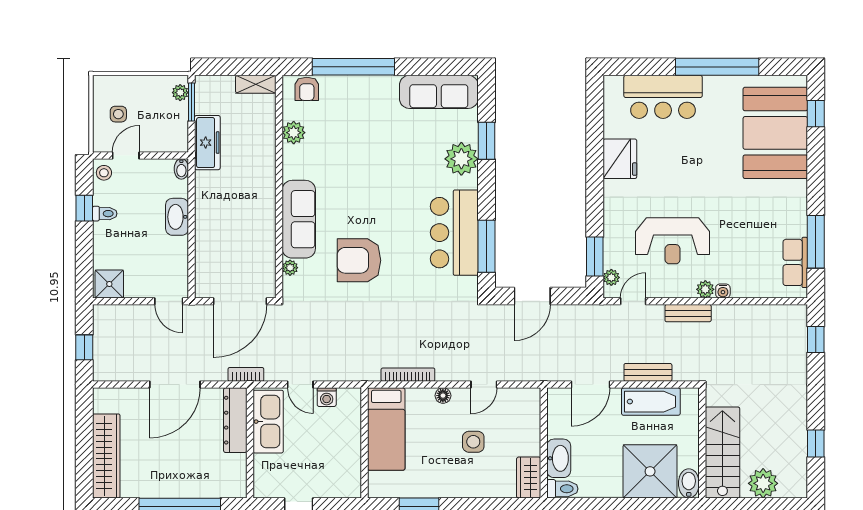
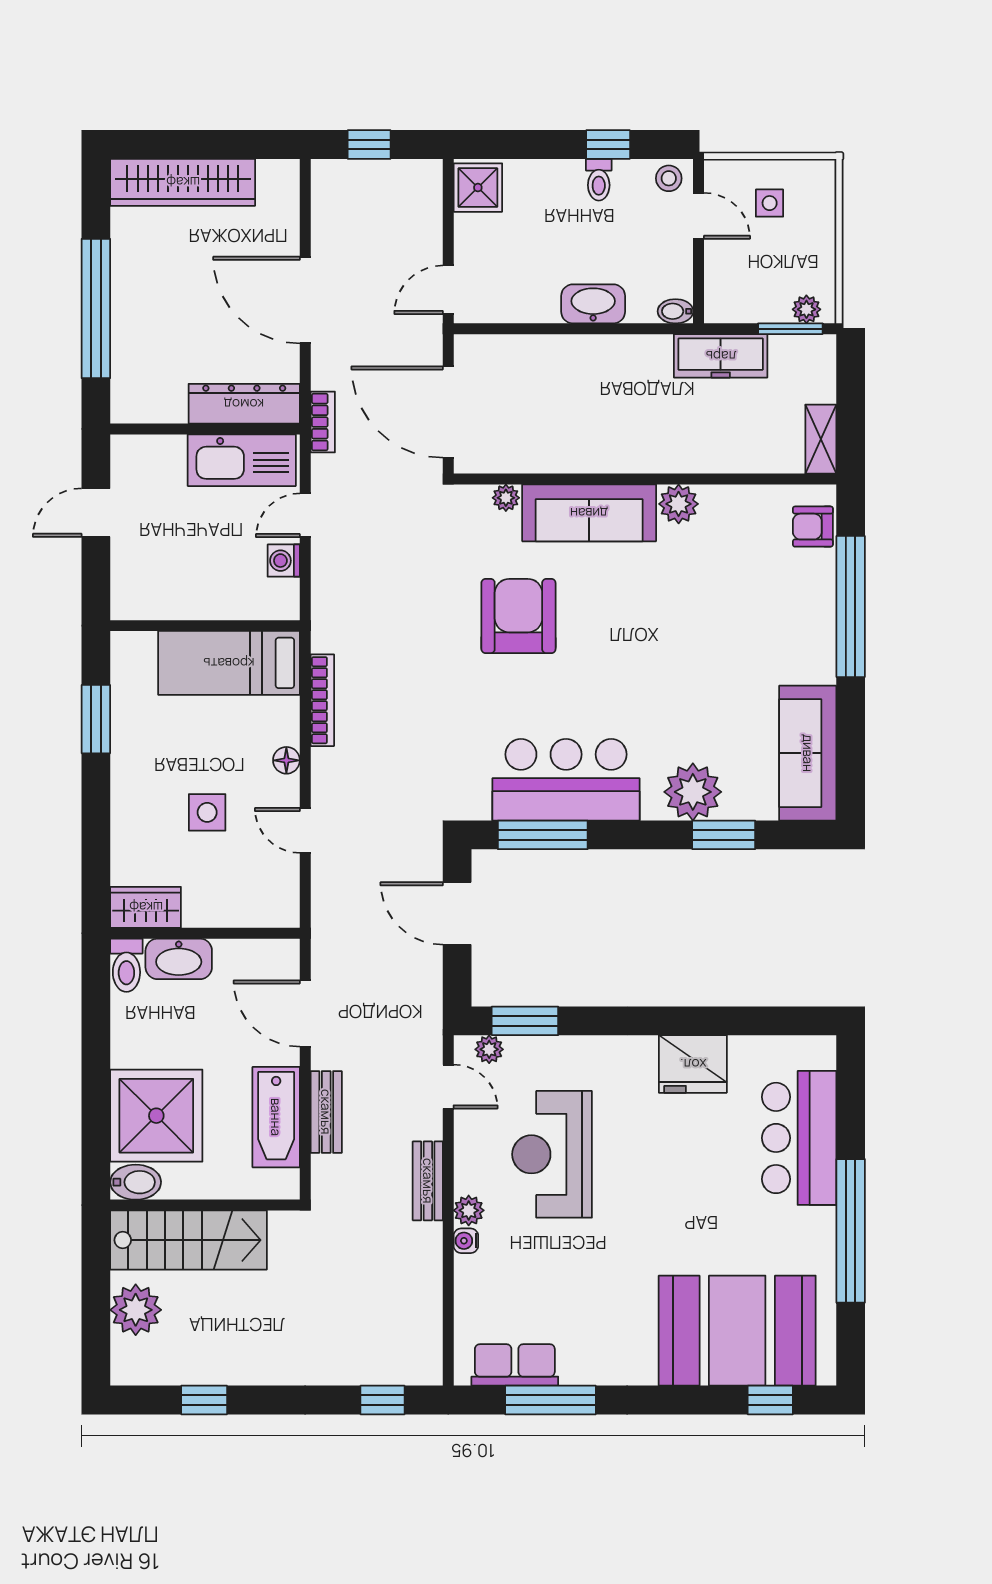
plant: (294, 133) -> (679, 504), moved

